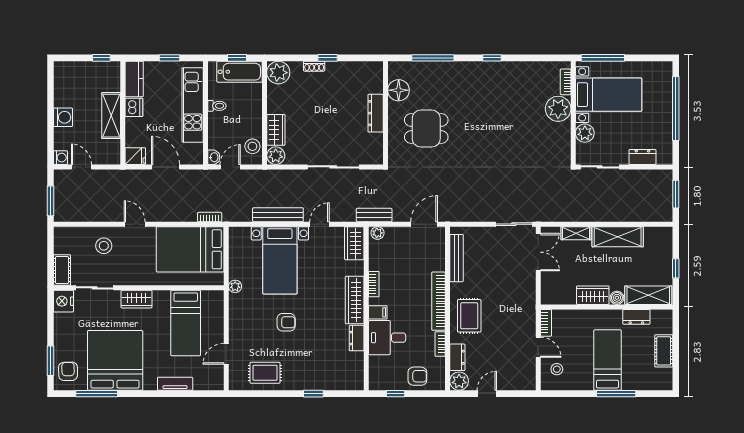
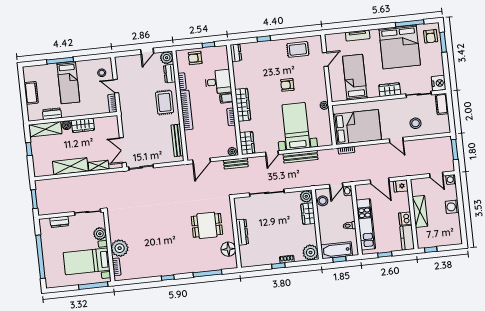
dresser: (357, 338) -> (236, 53), moved

